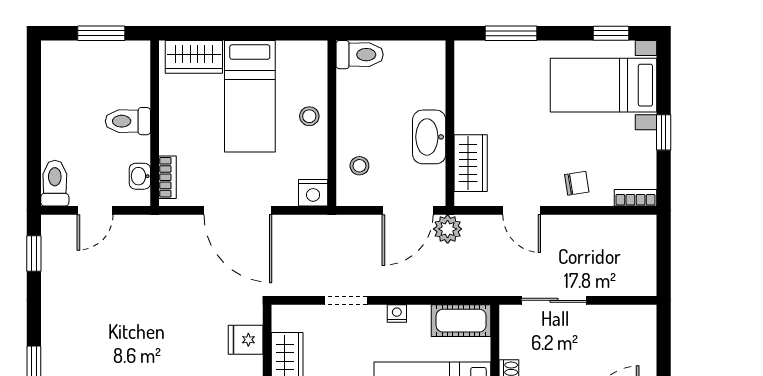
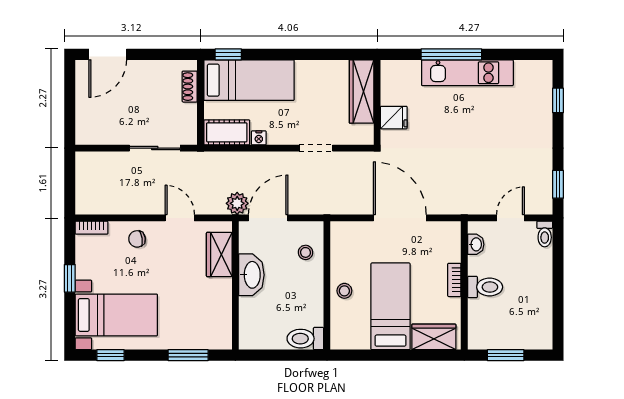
bookcase: (167, 177) -> (454, 280), moved
toilet: (55, 183) -> (545, 234), width x0.73, depth x0.72
nightstand: (313, 193) -> (341, 231), removed
nightstand: (397, 314) -> (259, 138), moved

